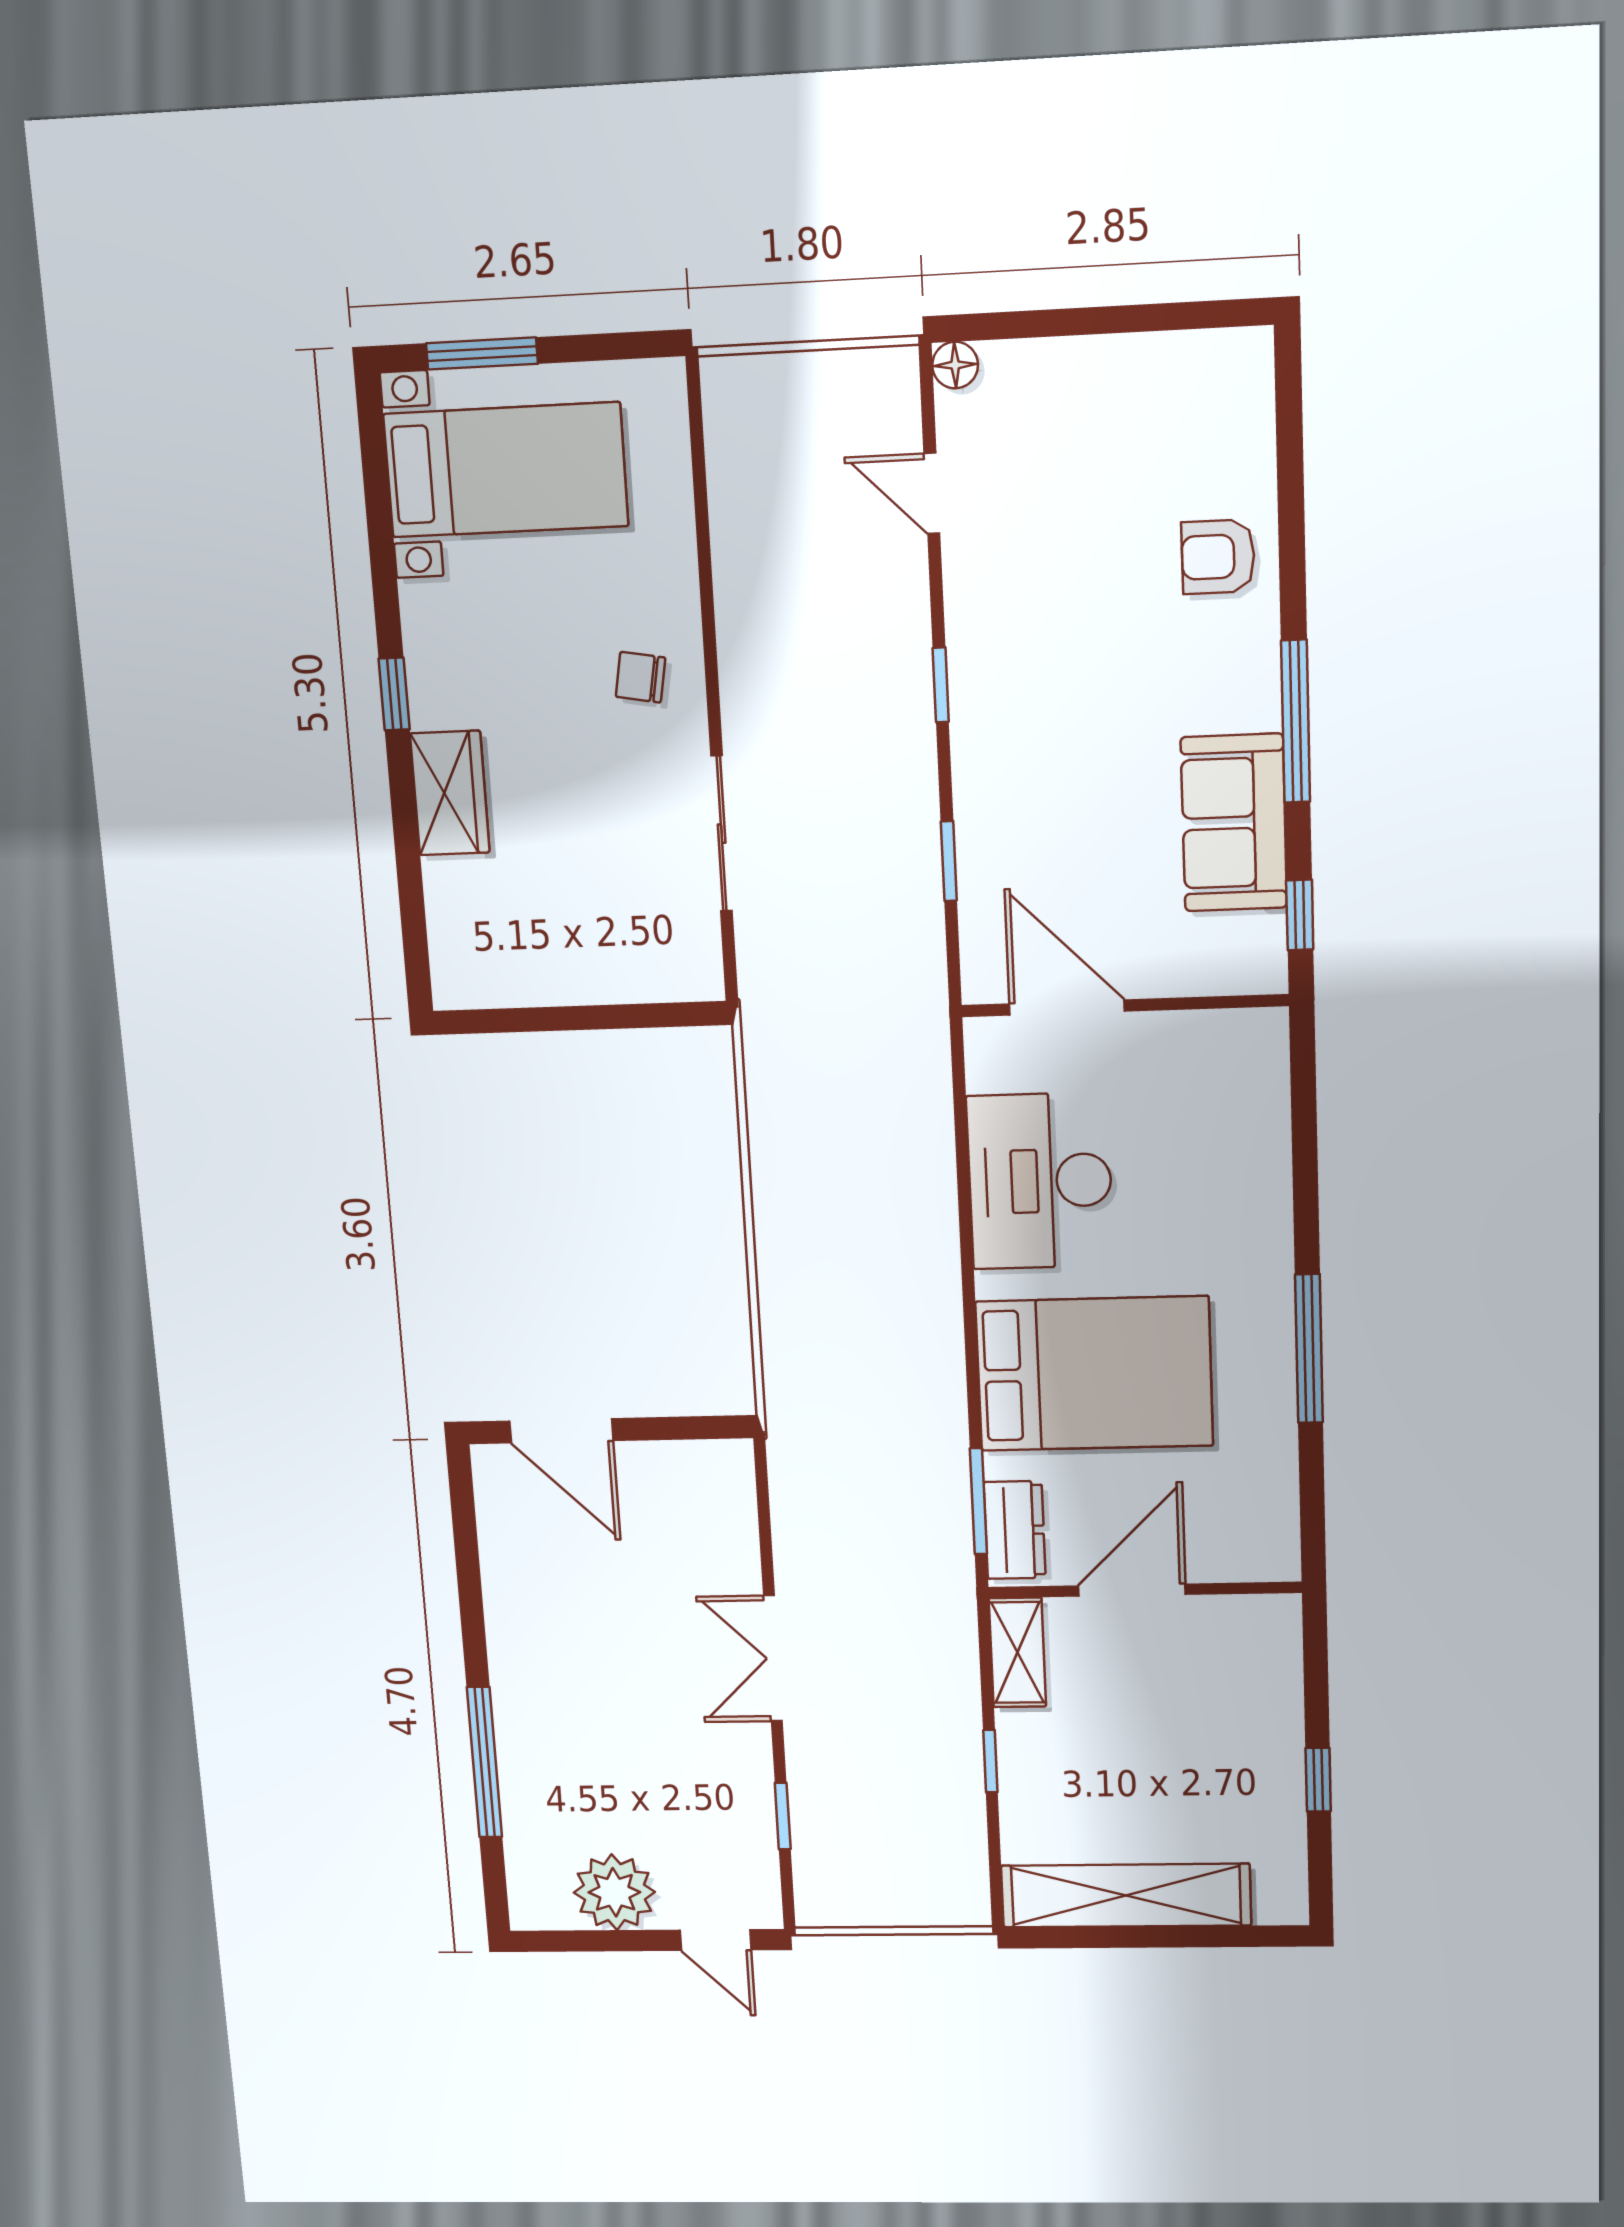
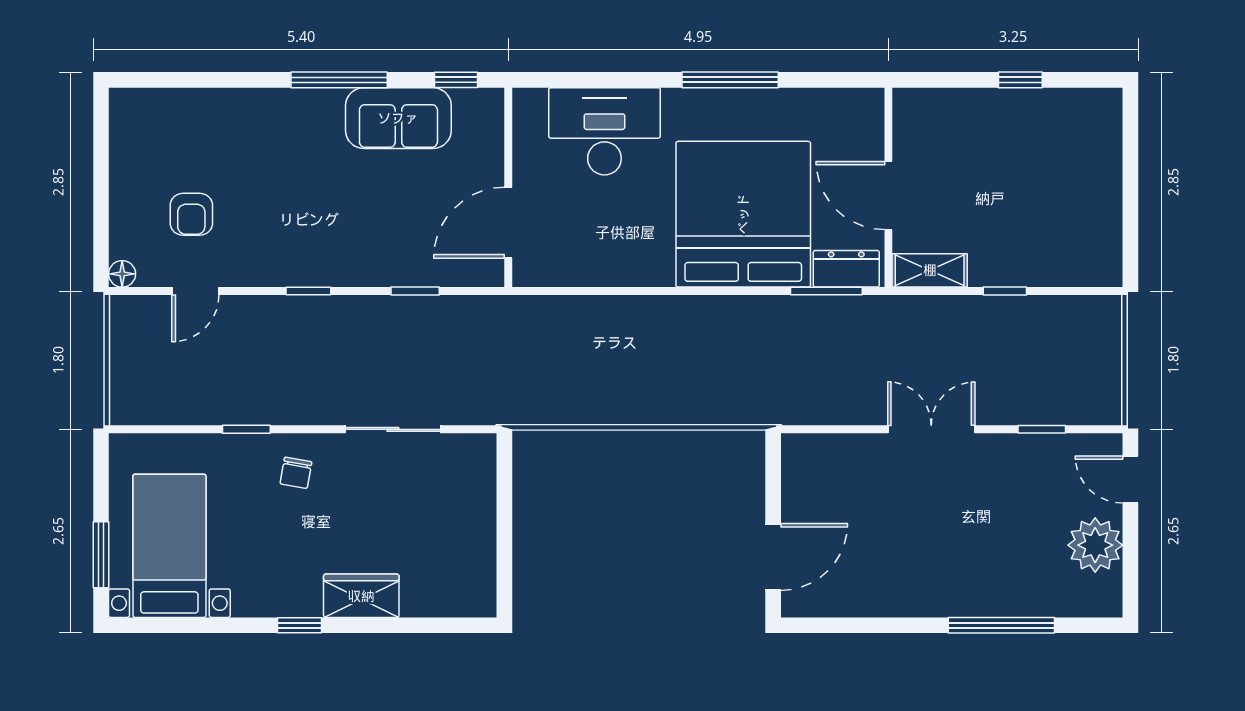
armchair: (1218, 557) -> (191, 214), moved
window: (706, 591) -> (246, 429), added
desk: (1040, 1181) -> (604, 131), moved, turned 180
bed: (1094, 1374) -> (743, 214), width x1.36
double door: (773, 1658) -> (931, 429), swing flipped
shelving: (1126, 1895) -> (1101, 206), removed
door: (715, 1940) -> (1130, 479), swing flipped

